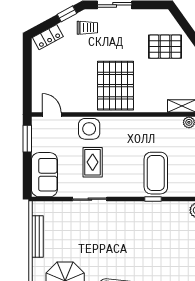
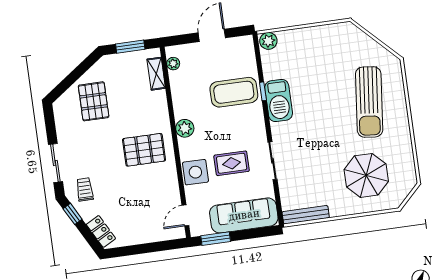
pallet: (115, 86) -> (144, 150), width x0.73, depth x0.71
plant: (130, 125) -> (185, 128), added
sofa: (44, 175) -> (244, 215), width x1.36
barbecue: (143, 212) -> (279, 101), added
bench: (37, 236) -> (306, 215), moved

